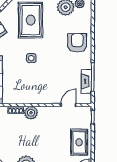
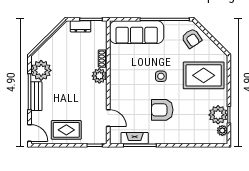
armchair: (77, 43) -> (162, 110), moved, turned 180

